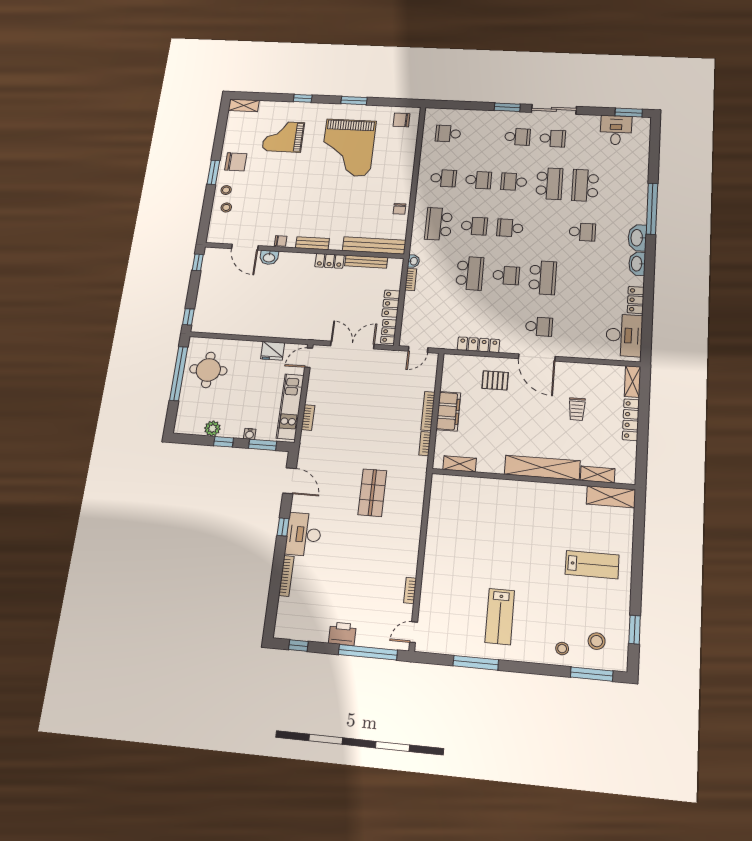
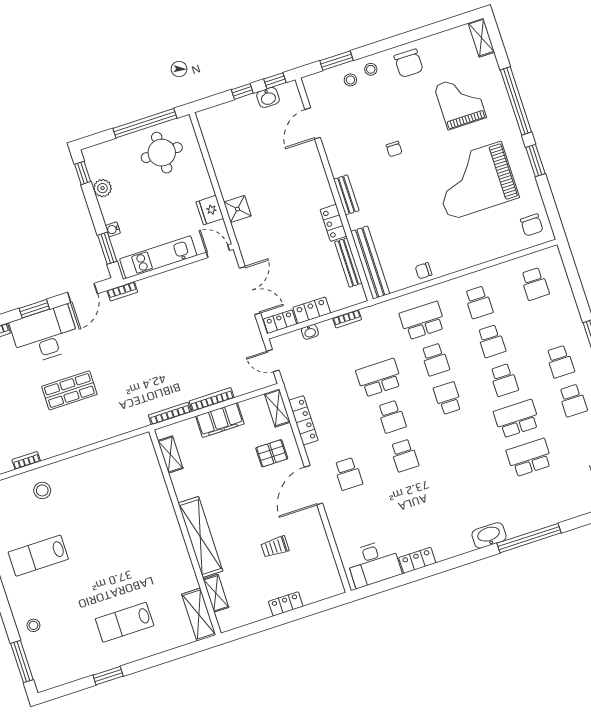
window: (303, 98) -> (516, 101), width x3.17
chair: (402, 120) -> (532, 225), turned 180
school desk: (448, 134) -> (535, 284), turned 180
window: (213, 172) -> (336, 61), moved
school desk: (514, 182) -> (504, 380), turned 180
school desk: (549, 184) -> (517, 419), turned 180
school desk: (582, 232) -> (473, 476), removed
chair: (281, 241) -> (394, 149), moved
washbasin: (269, 257) -> (268, 97), moved, turned -90
washbasin: (414, 261) -> (310, 332), moved
washbasin: (637, 264) -> (459, 546), removed
school desk: (470, 273) -> (379, 378), turned 180
school desk: (543, 278) -> (404, 455), width x0.54
window: (188, 317) -> (242, 91), moved
shower: (282, 329) -> (238, 209), added
pallet: (495, 380) -> (272, 453), turned 90
shelving: (632, 382) -> (277, 408), moved, turned 90
bookcase: (308, 418) -> (122, 291), moved
locker: (631, 420) -> (286, 604), width x0.66
window: (224, 442) -> (83, 173), moved
bookcase: (425, 444) -> (170, 414), width x1.56
shop shelf: (372, 493) -> (69, 390), moved
window: (283, 527) -> (34, 309), width x1.50
desk: (303, 534) -> (45, 335), width x1.36, depth x1.30
lab bench: (592, 565) -> (125, 622), turned 90
window: (635, 630) -> (108, 676), moved
stool: (597, 641) -> (42, 490), moved

